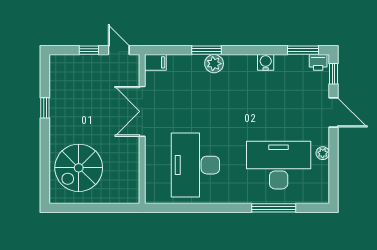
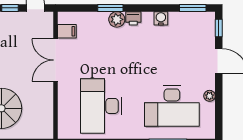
filing cabinet: (155, 62) -> (67, 31), moved
printer: (318, 62) -> (133, 18), moved
desk: (279, 165) -> (172, 106), turned 180

